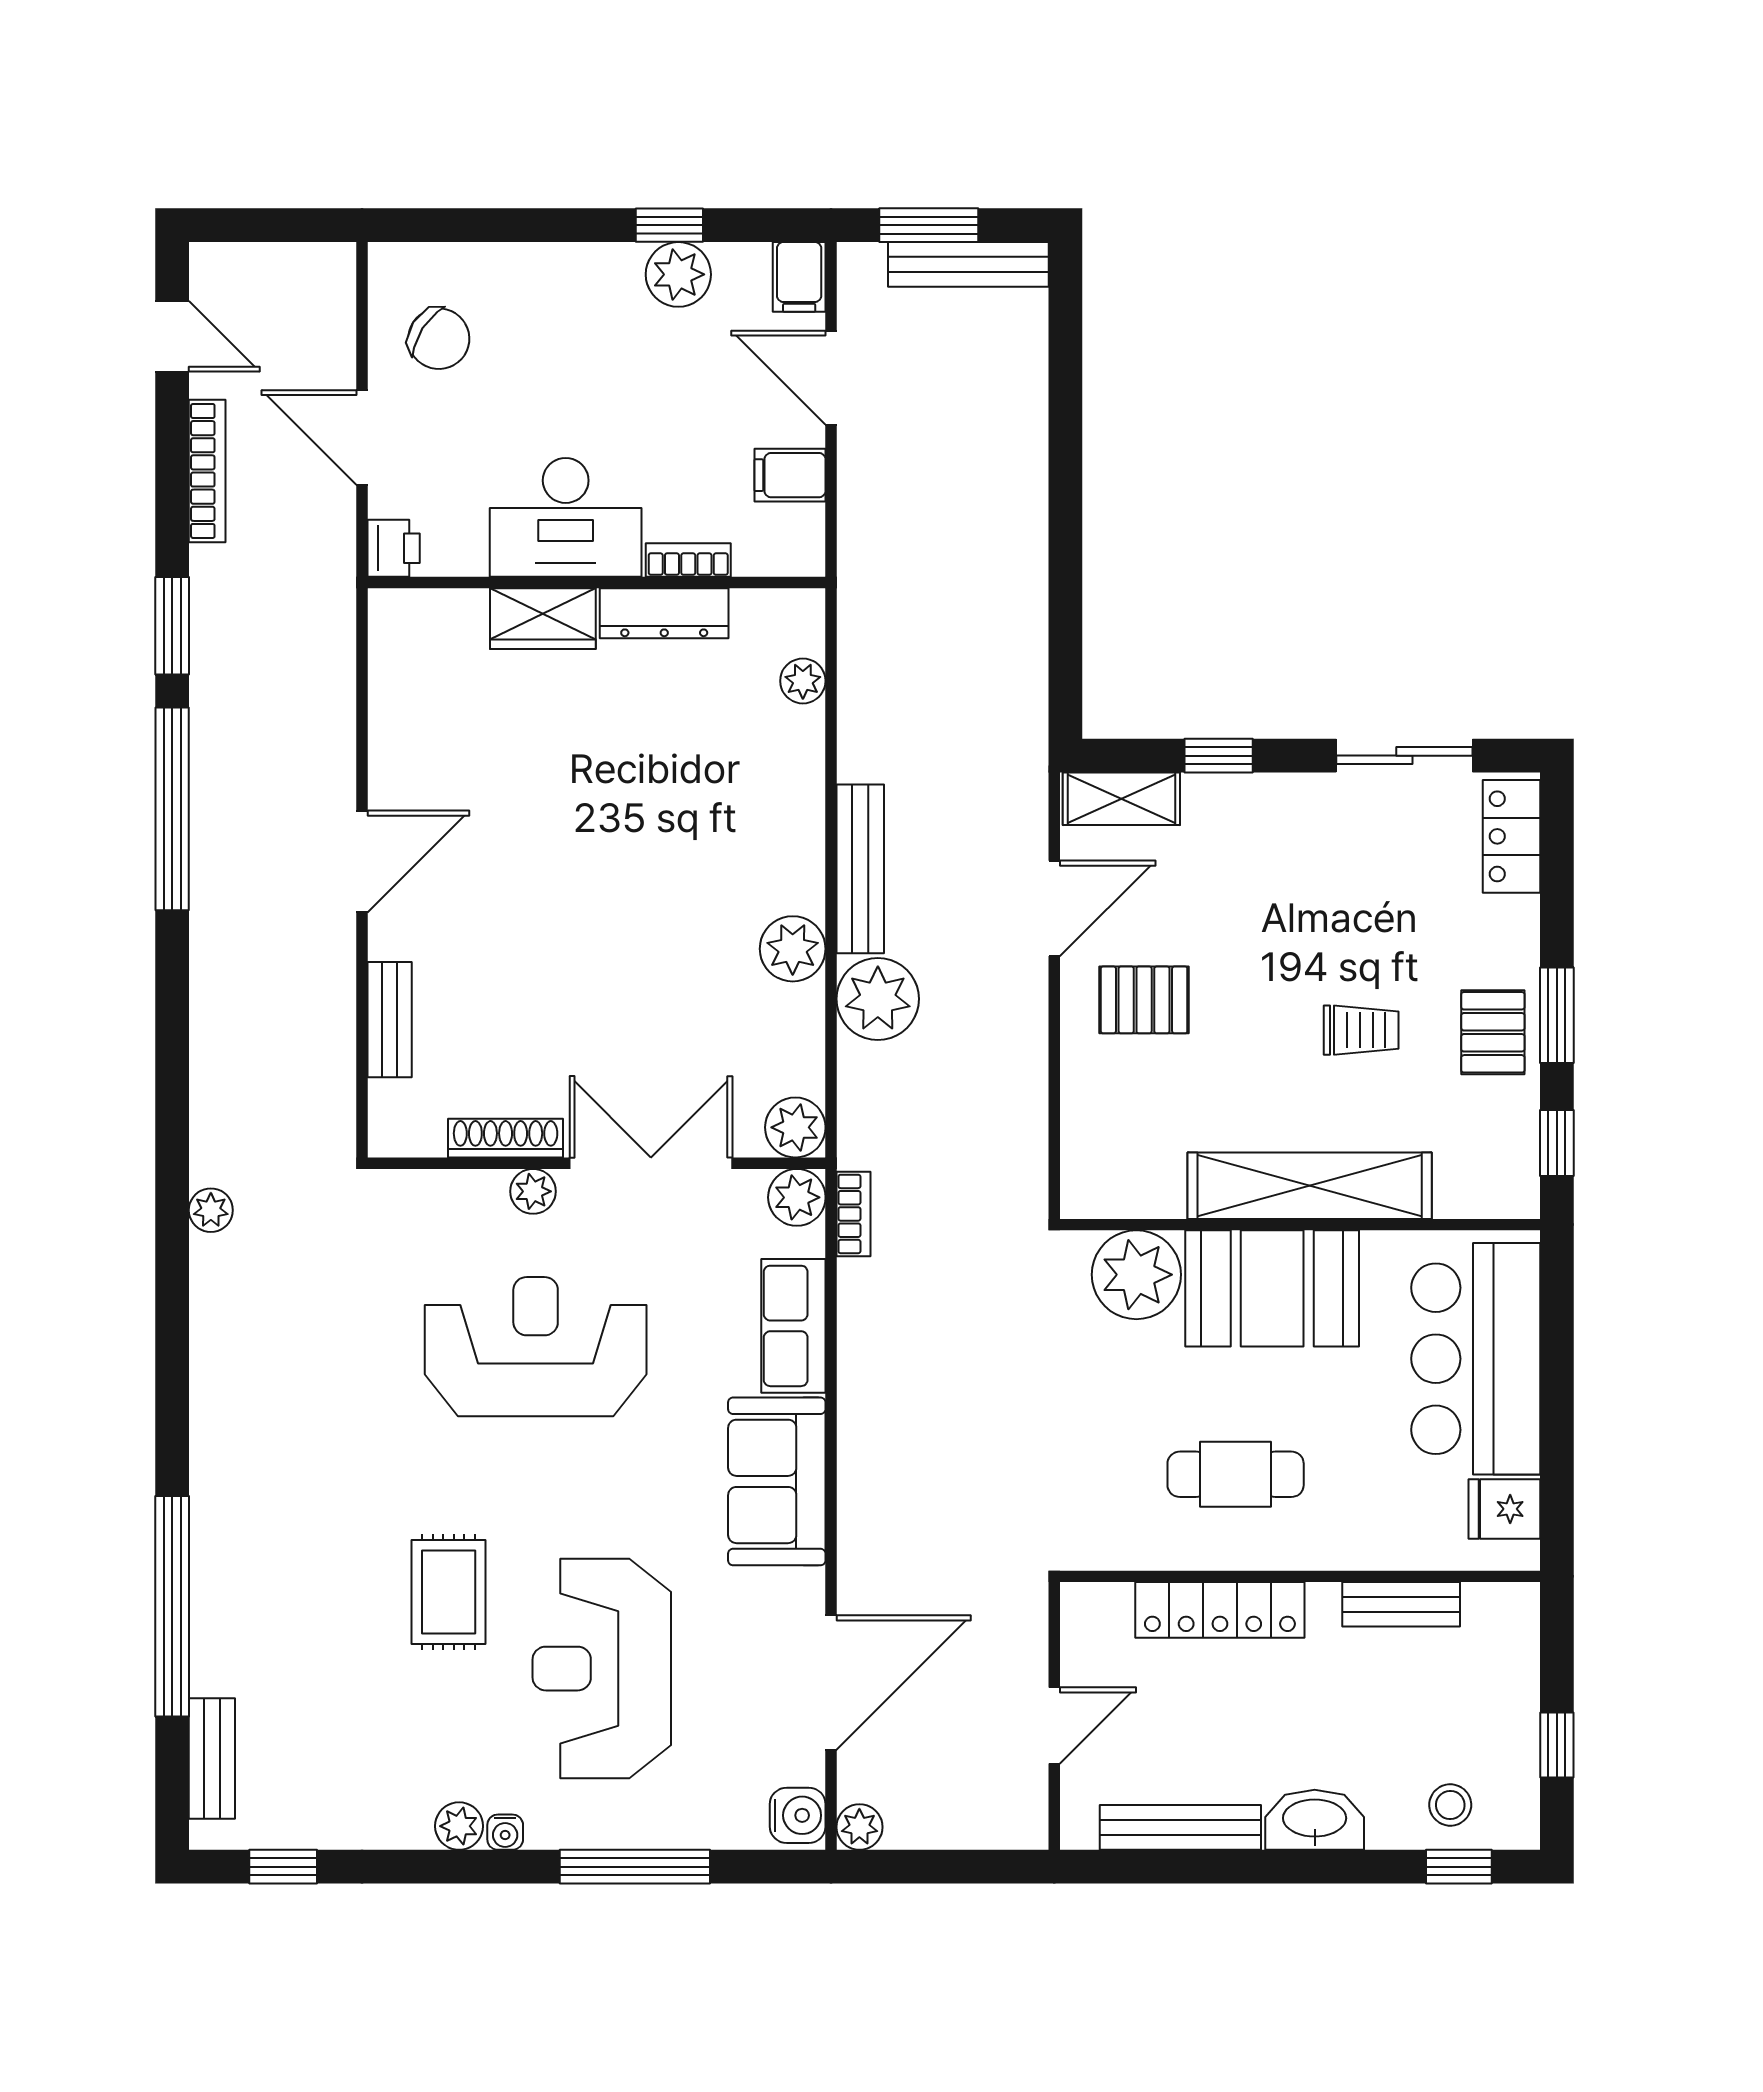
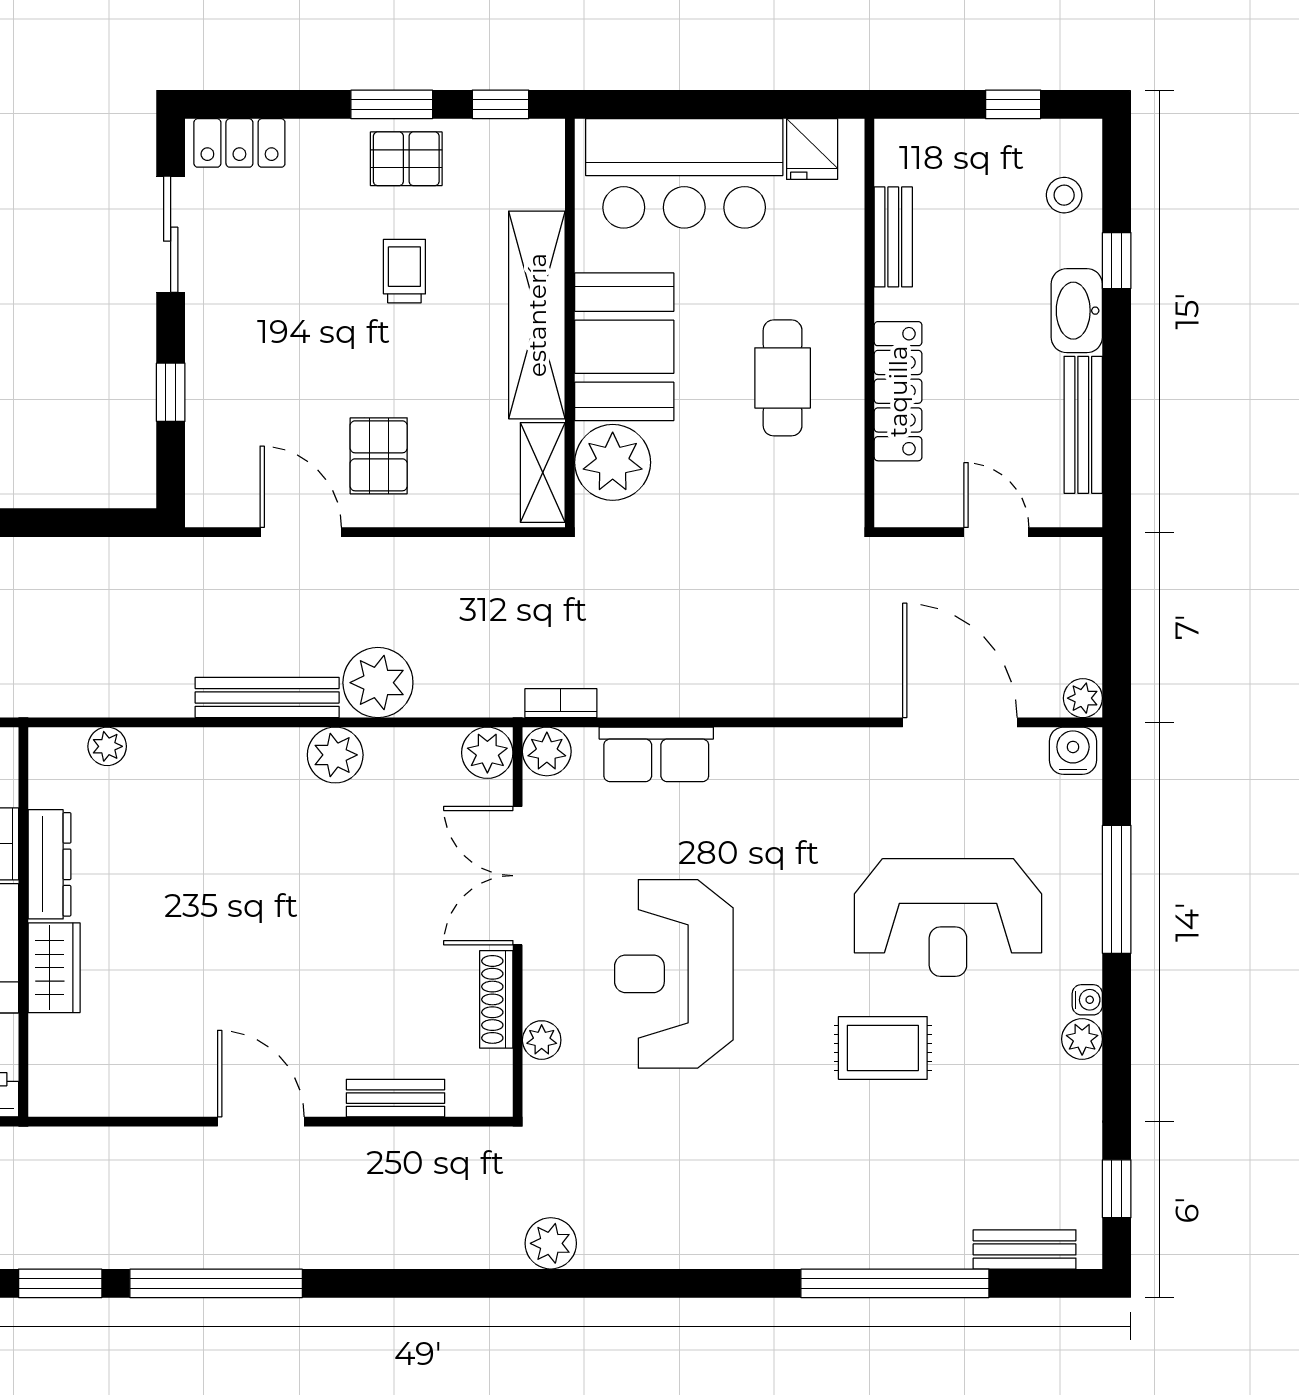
shelving: (1121, 799) -> (543, 472), moved
plant: (533, 1191) -> (542, 1040), moved
plant: (211, 1210) -> (551, 1243), width x1.38, depth x1.38
sofa: (777, 1481) -> (789, 768), removed
window: (1459, 1867) -> (1117, 261), moved

